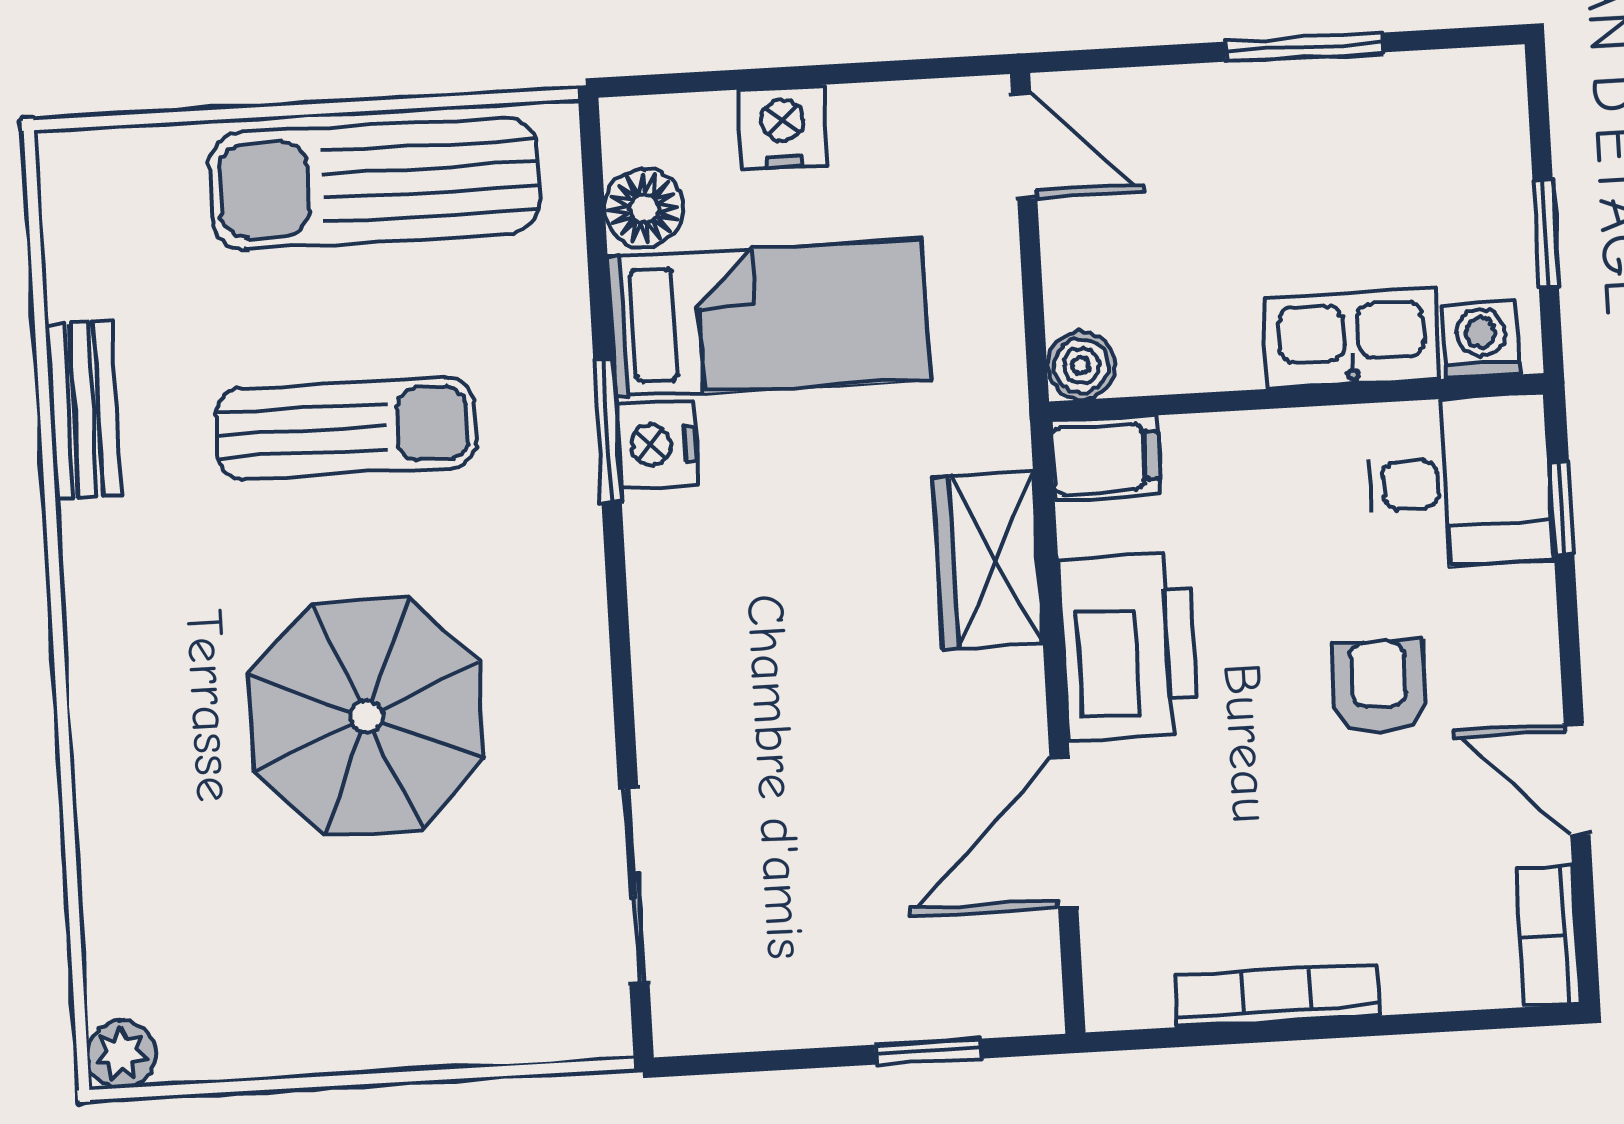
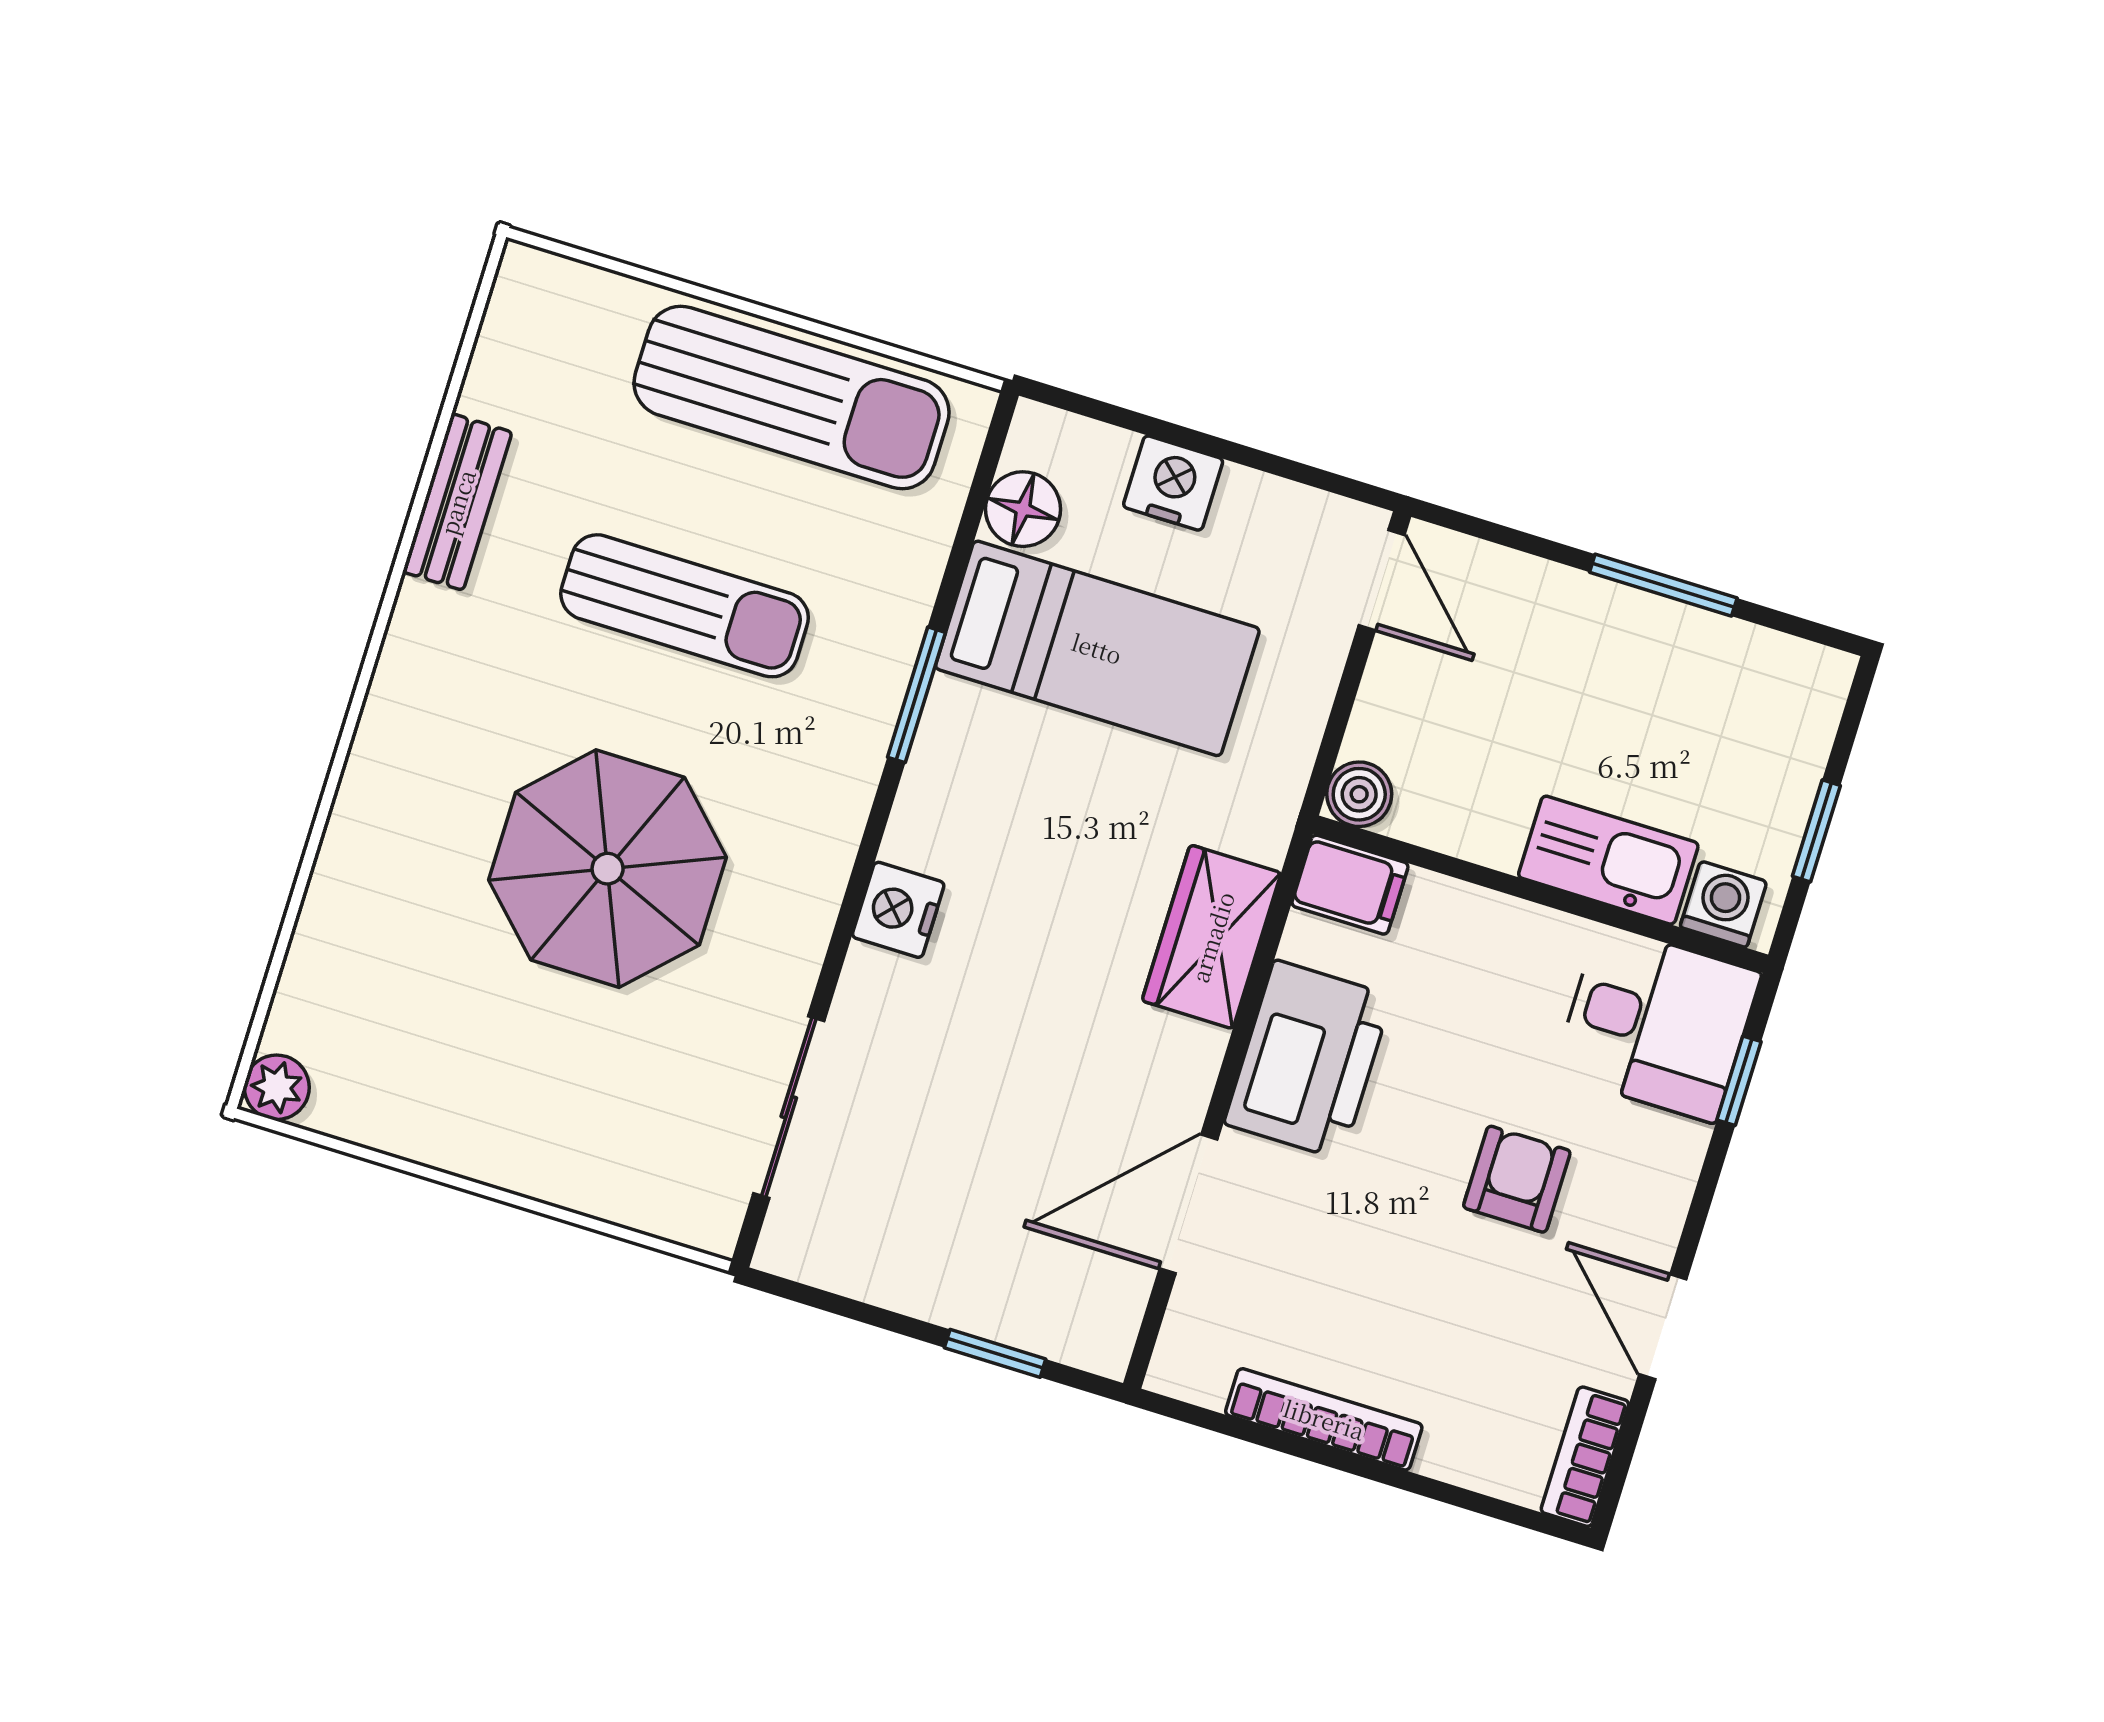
sun lounger: (375, 184) -> (792, 398), turned 180
nightstand: (657, 445) -> (898, 910), moved

